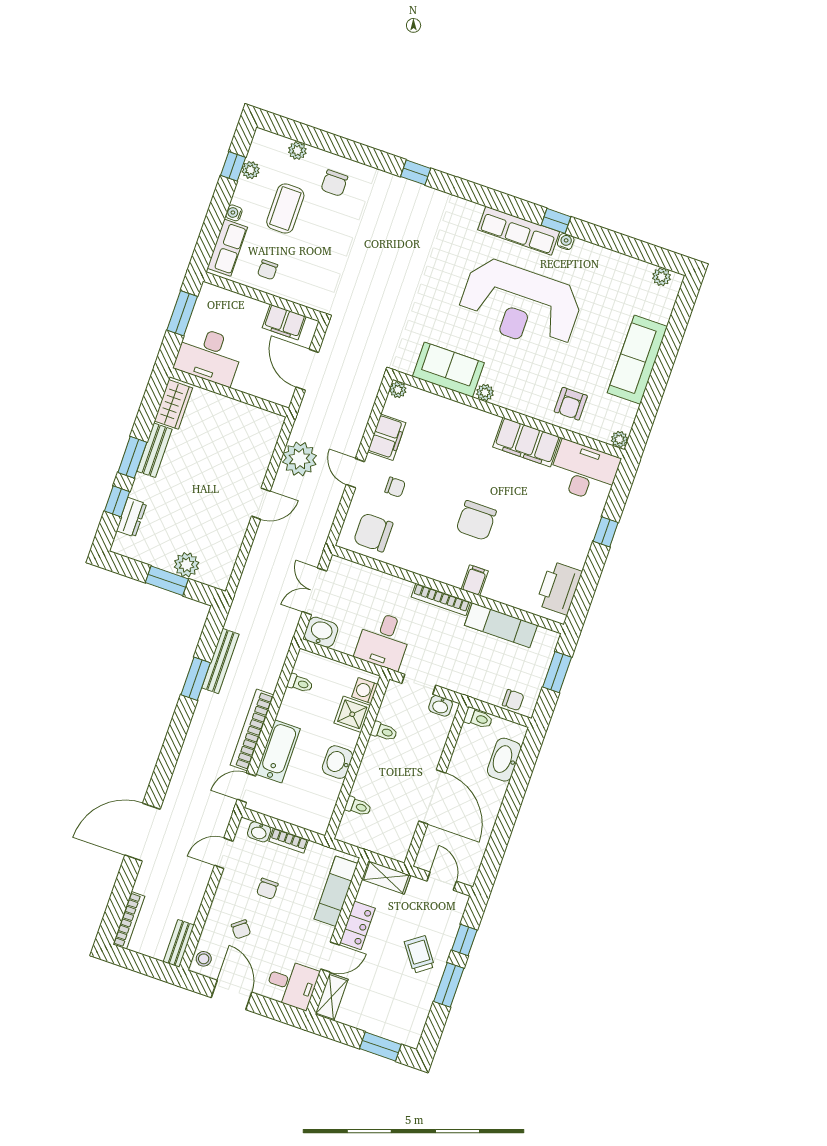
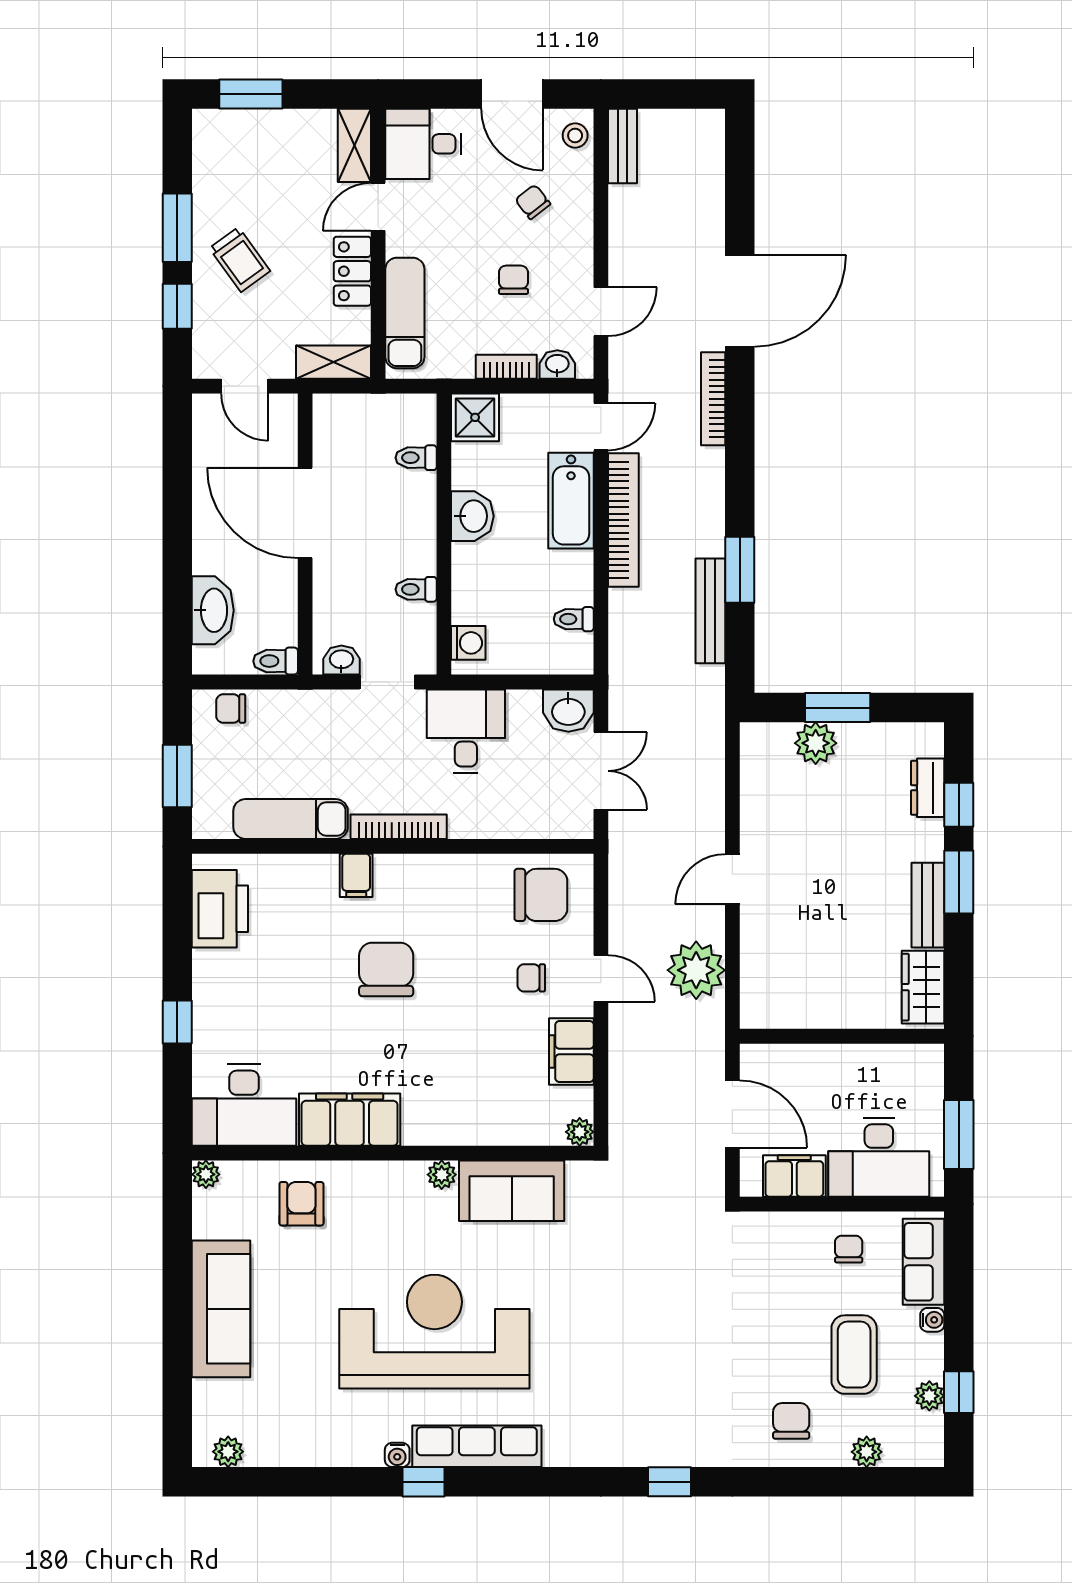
desk: (209, 355) -> (879, 1157), moved, turned 180
shower: (352, 714) -> (475, 417), moved
bookcase: (129, 920) -> (713, 399), moved

